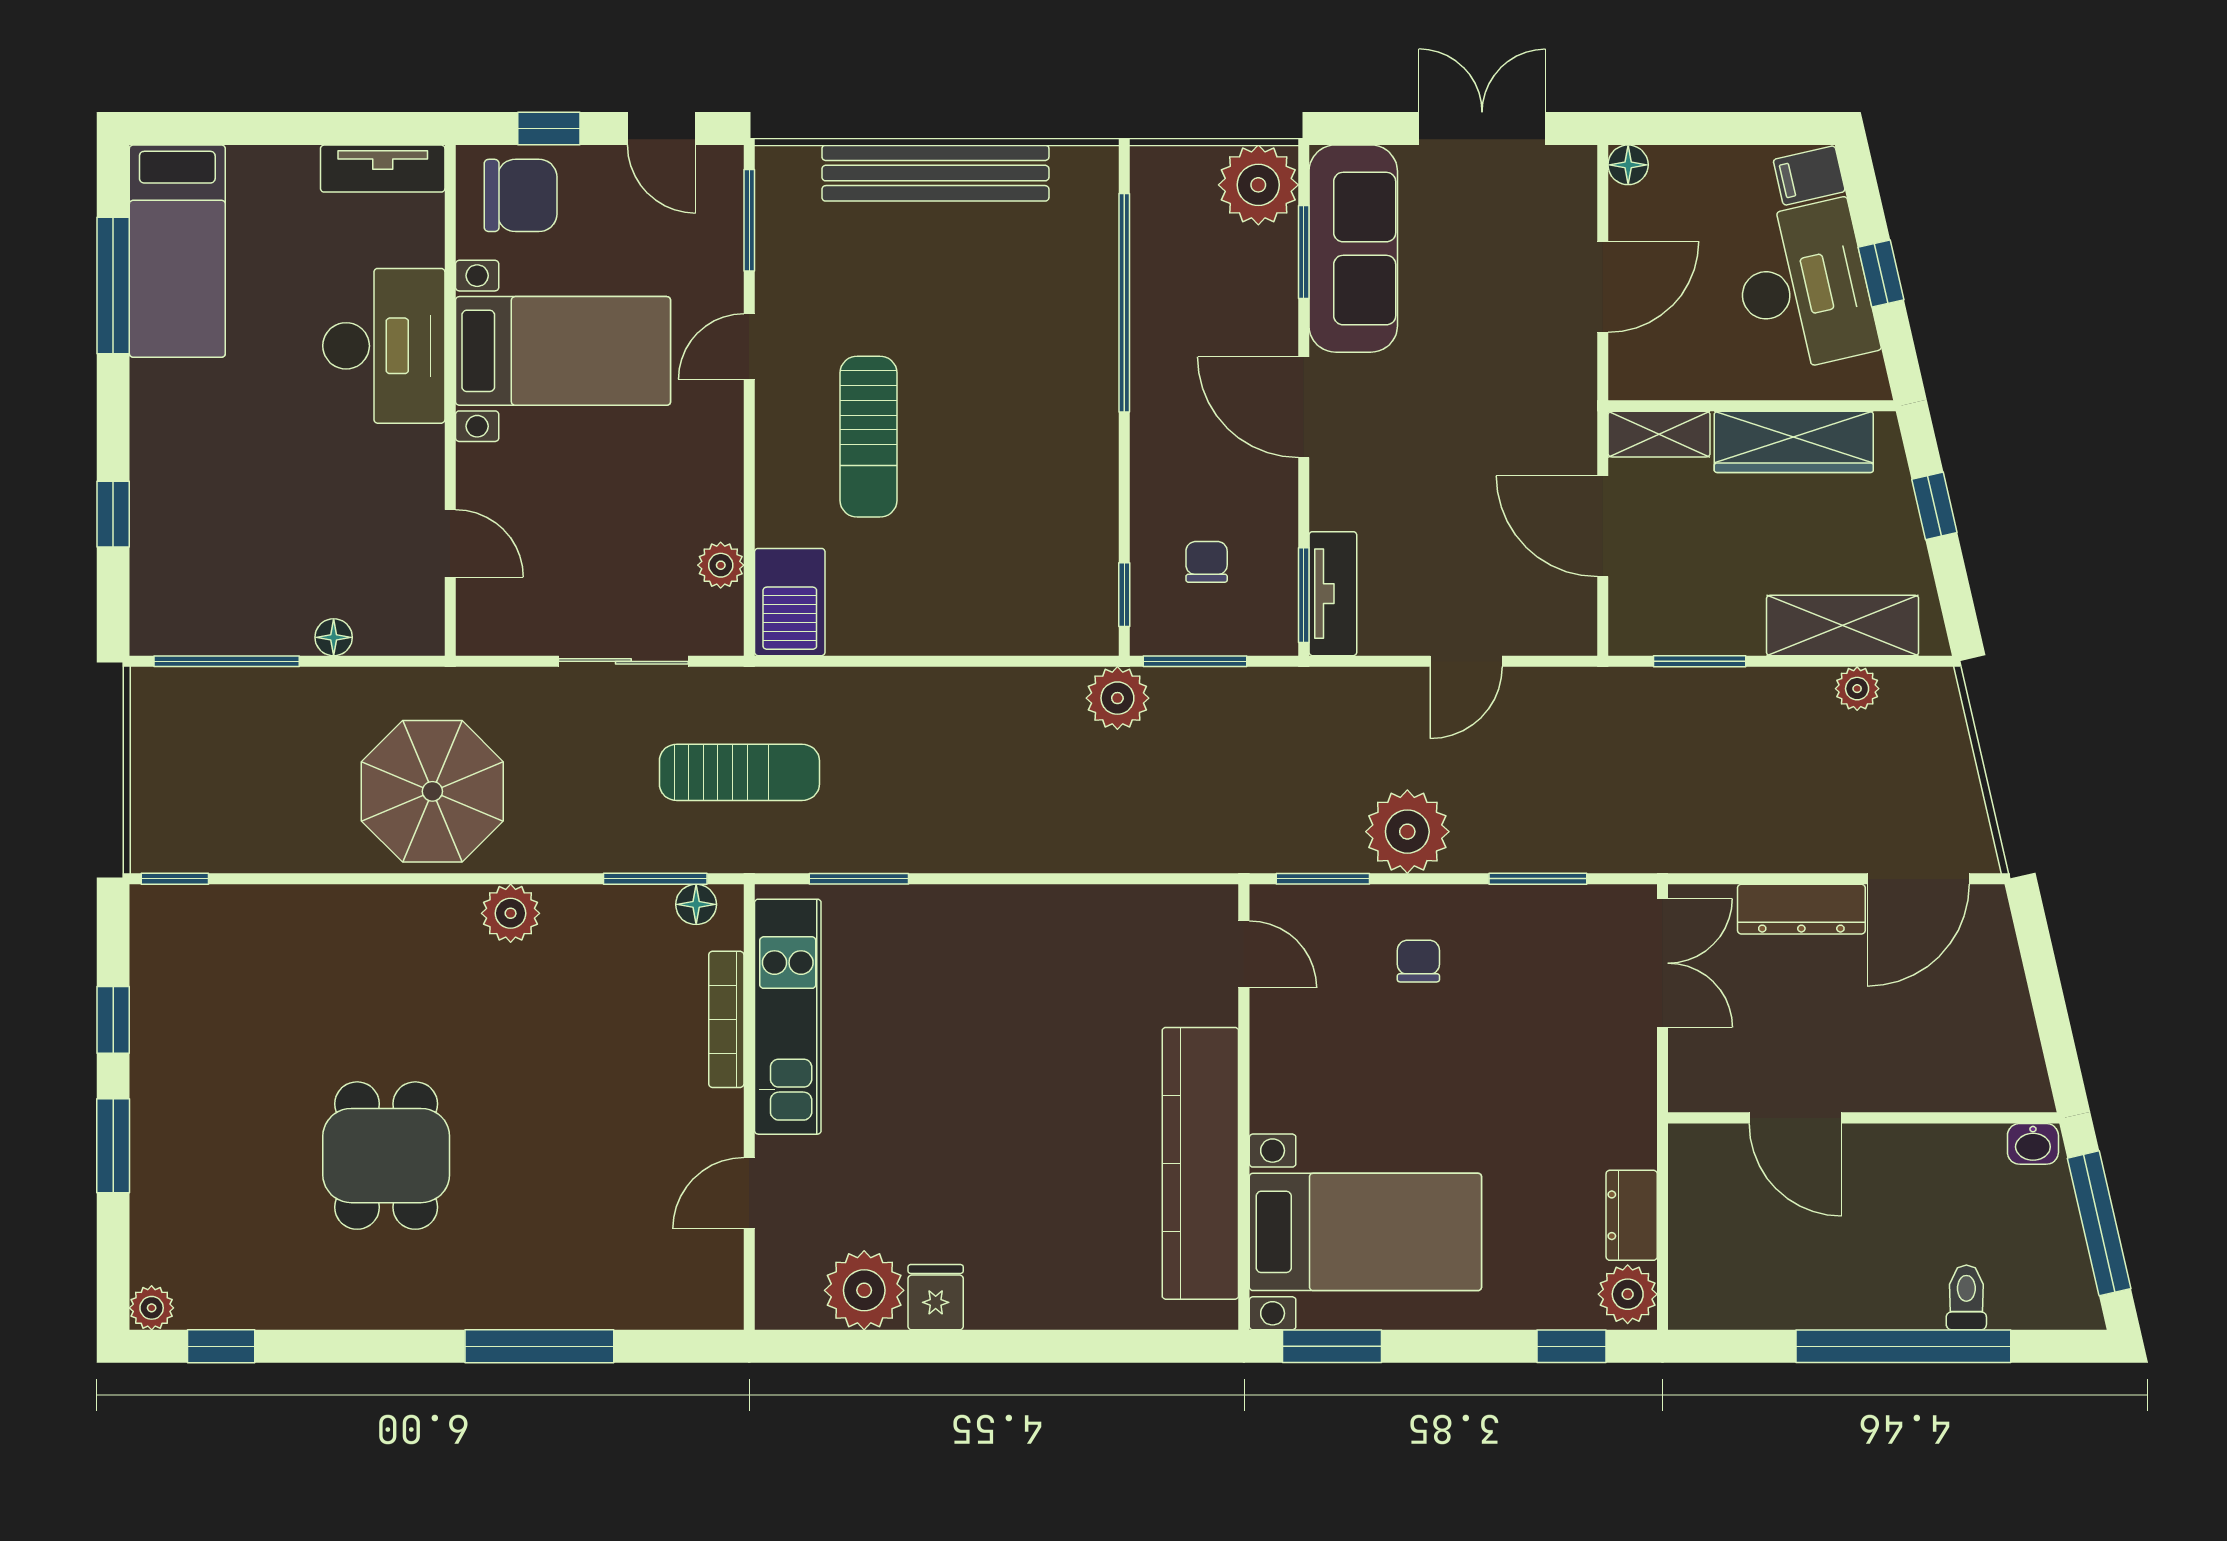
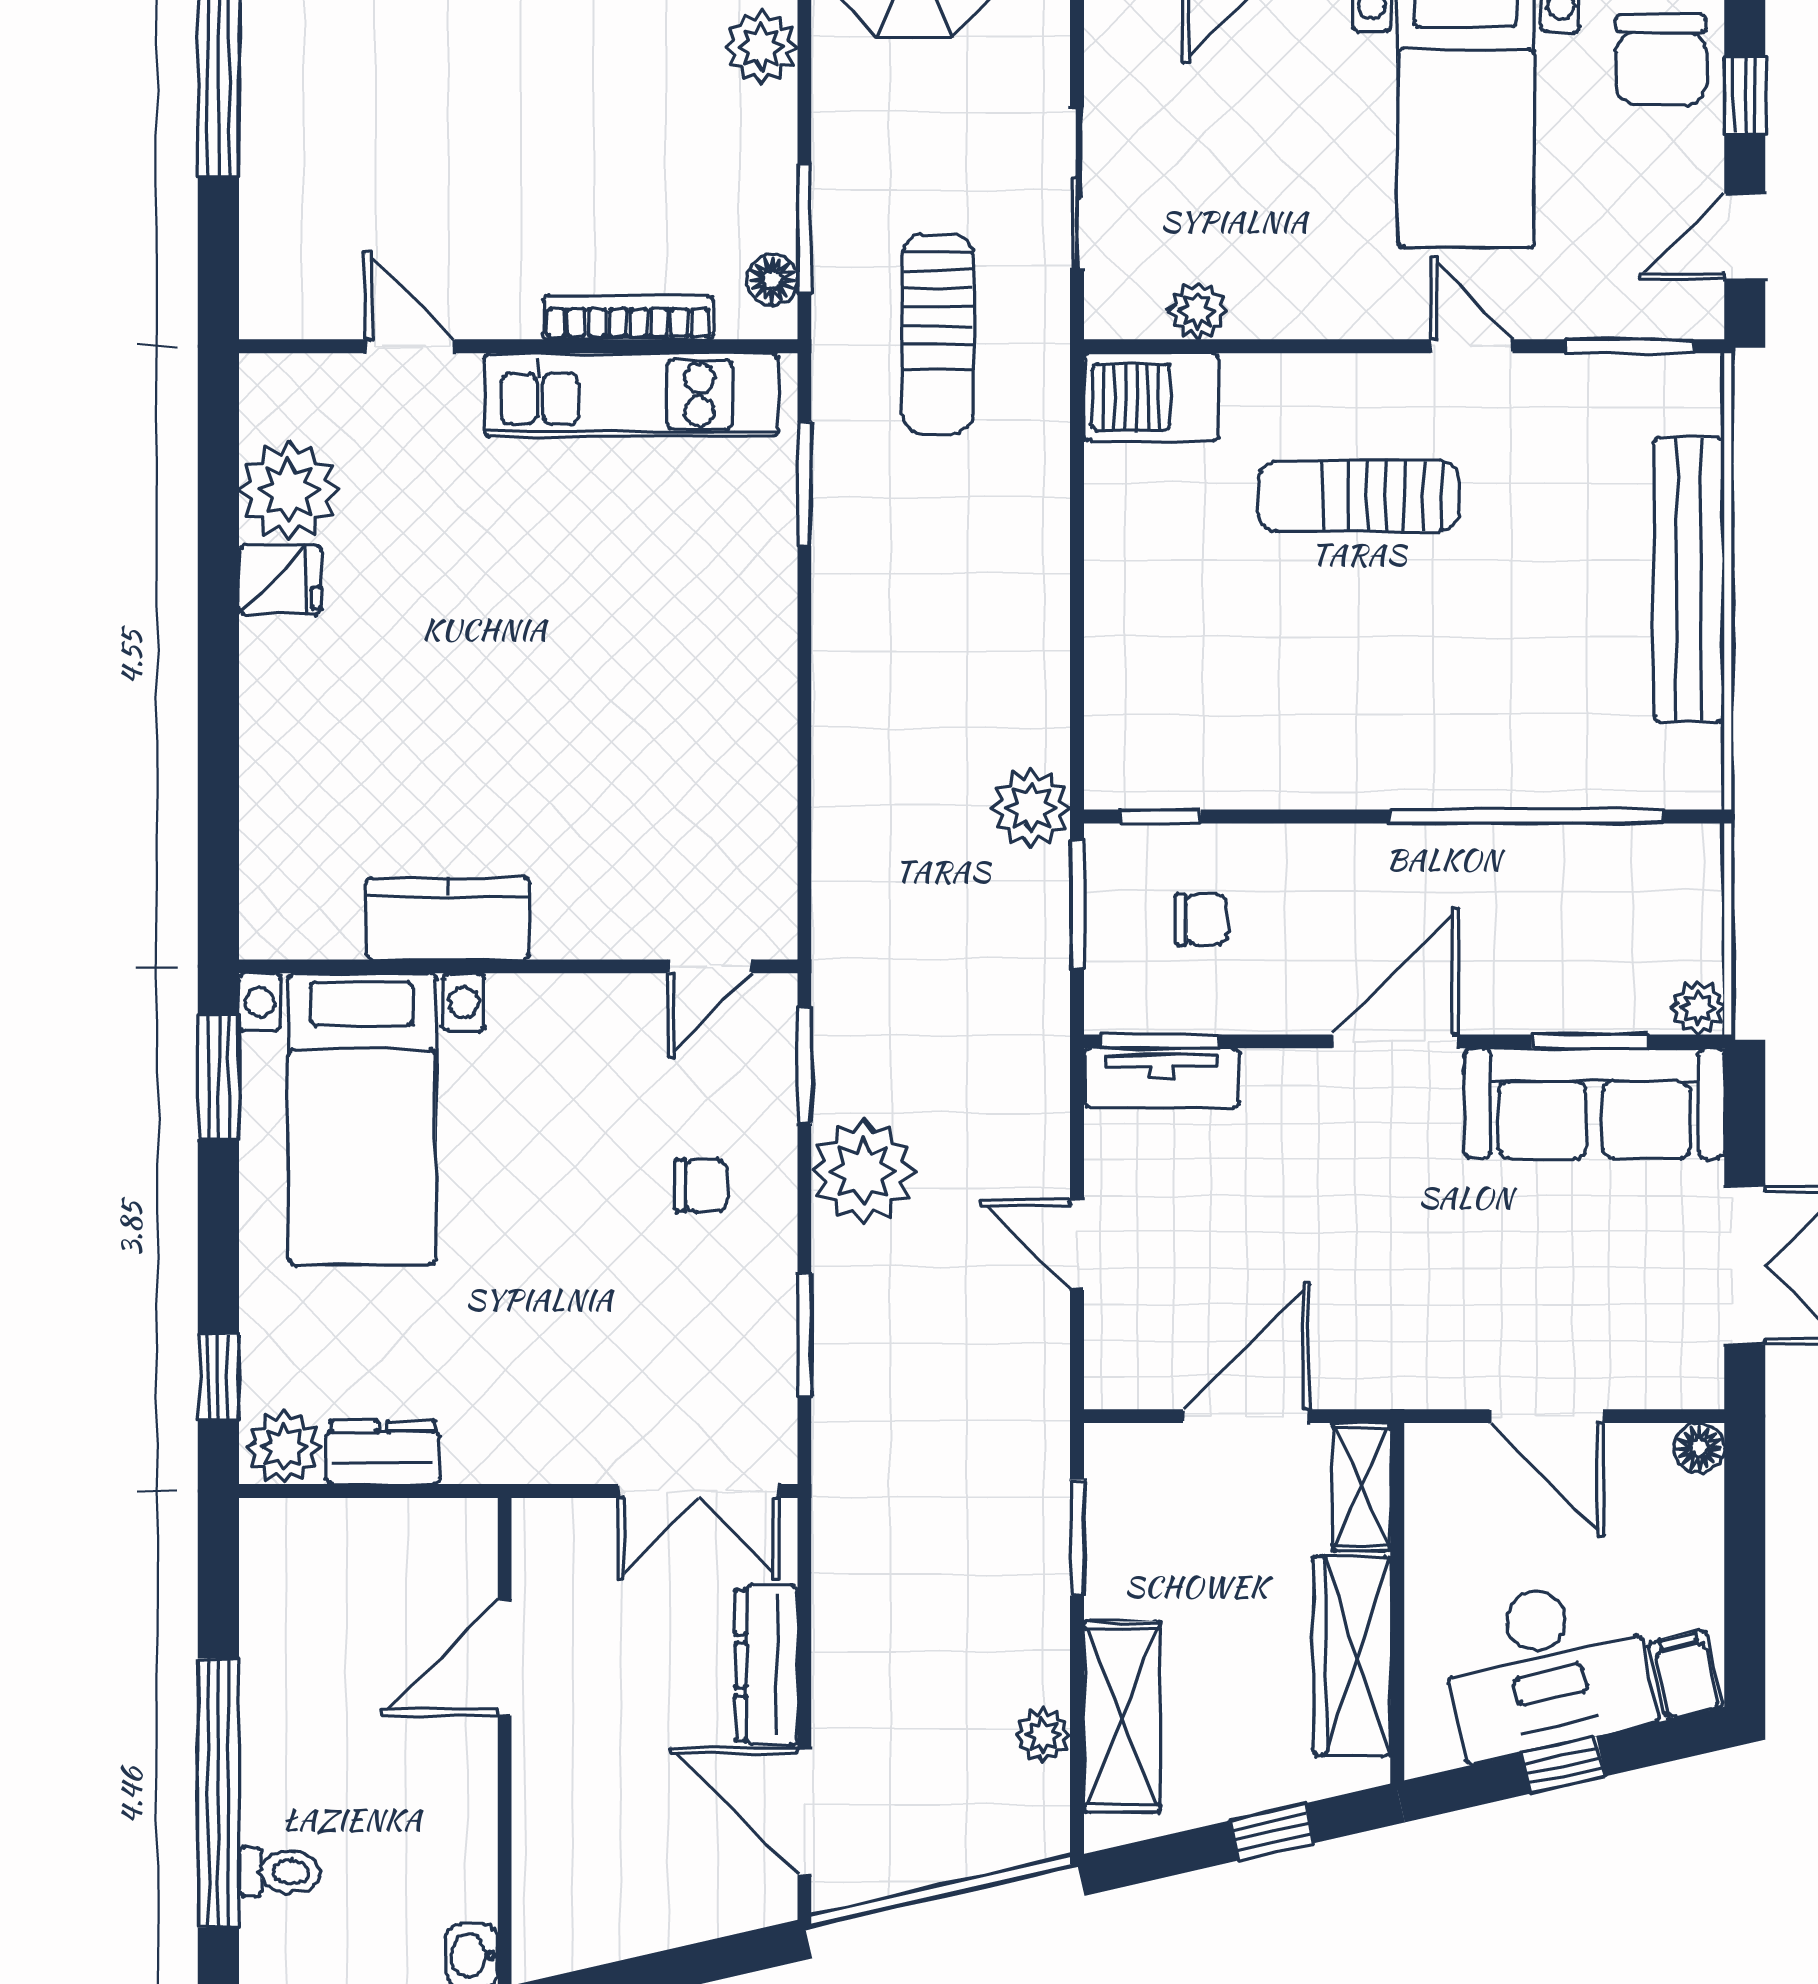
plant: (1258, 185) -> (1698, 1008), width x0.53, depth x0.53
kitchen counter: (1200, 1163) -> (448, 919), width x0.48, depth x0.86

